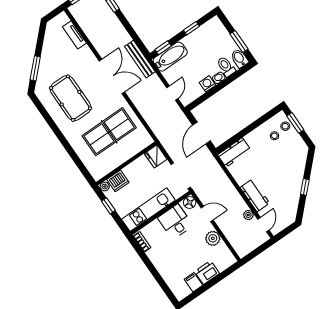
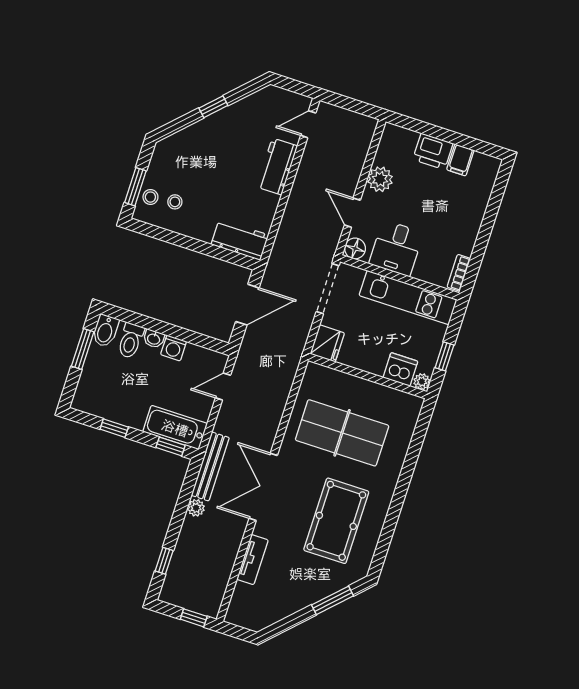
tv unit: (74, 35) -> (252, 560), moved
plant: (248, 215) -> (196, 508), moved

